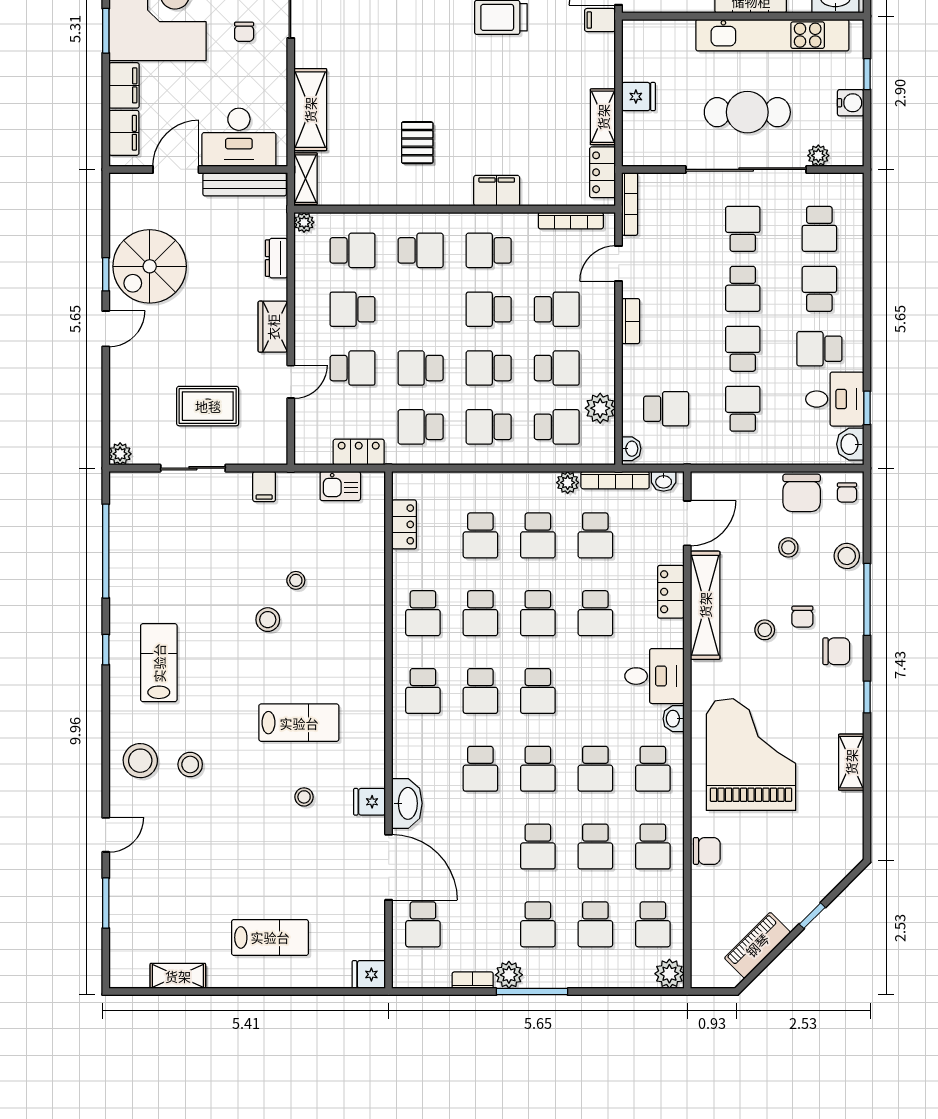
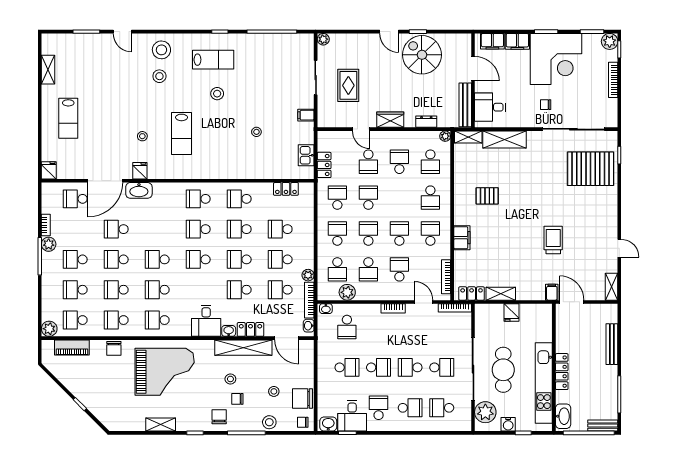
desk: (239, 137) -> (490, 107), width x0.73
plant: (818, 156) -> (485, 412), width x1.87, depth x1.87
school desk: (557, 309) -> (399, 269), turned 180
stool: (268, 620) -> (217, 94), moved
chair: (836, 651) -> (219, 417), turned 180
washbasin: (674, 719) -> (229, 331), moved
school desk: (480, 769) -> (116, 229), moved
piano: (757, 945) -> (72, 348), moved, turned 135

